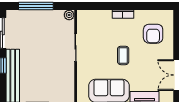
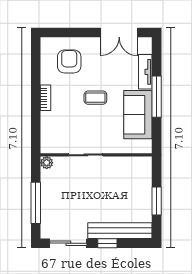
armchair: (153, 34) -> (69, 61), turned -90

